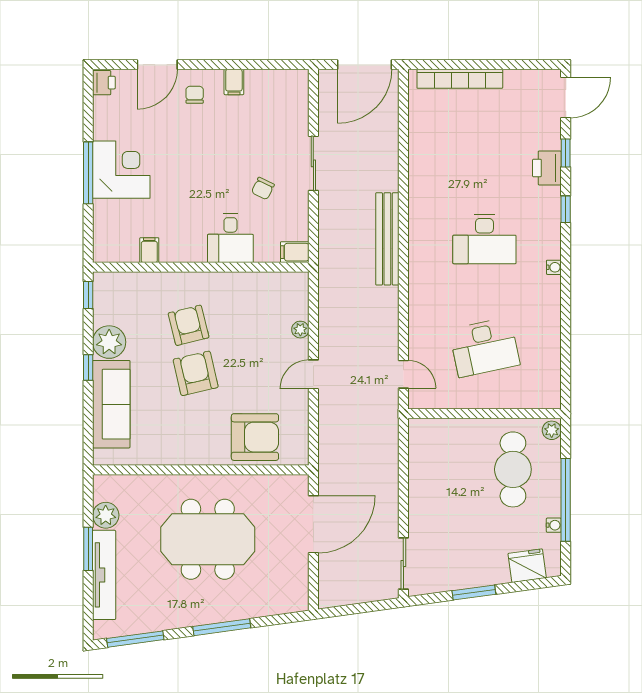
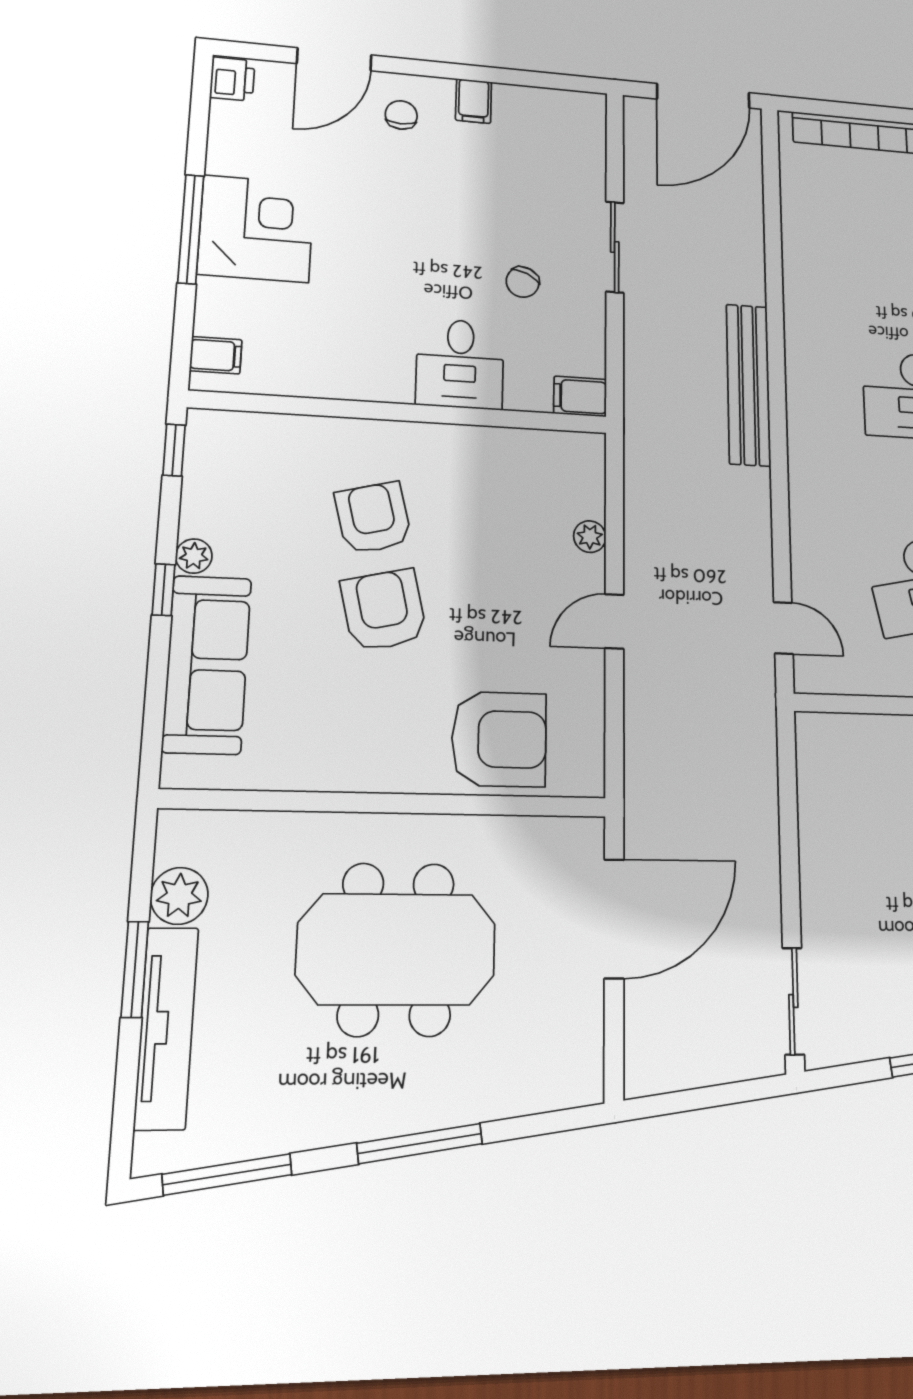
filing cabinet: (149, 250) -> (216, 355), moved, turned 90
plant: (109, 342) -> (194, 556), width x0.53, depth x0.53

